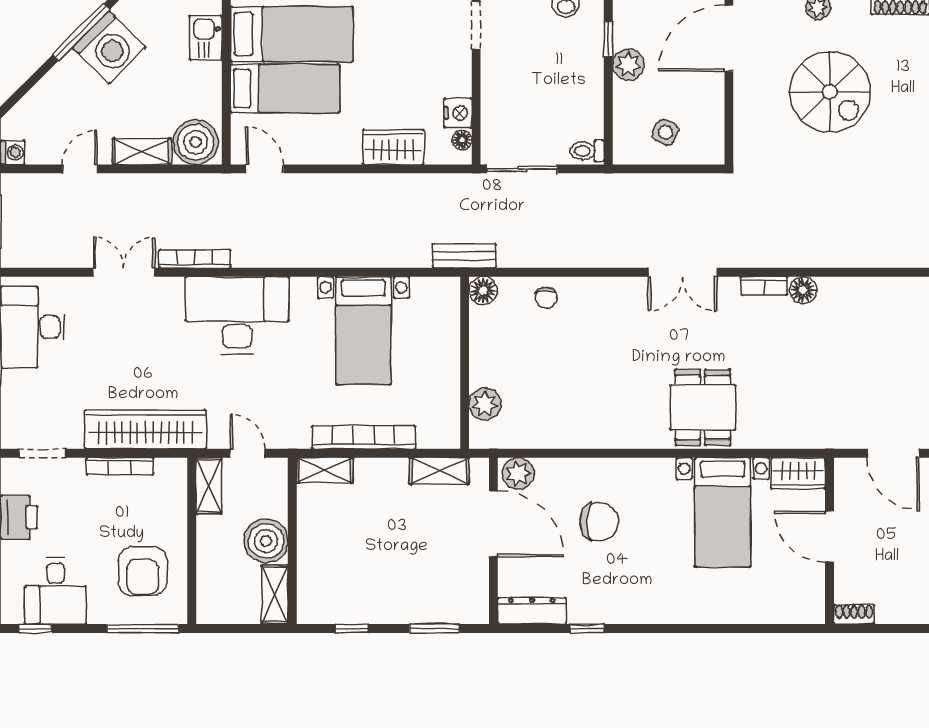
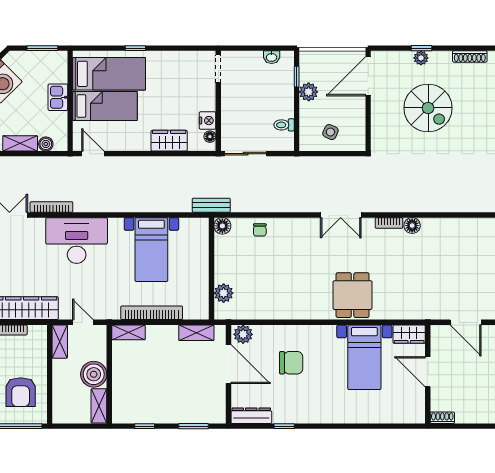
kitchen sink: (206, 38) -> (58, 97), moved
boiler: (196, 142) -> (46, 144), width x0.54, depth x0.54
toilet: (587, 151) -> (284, 125), moved

